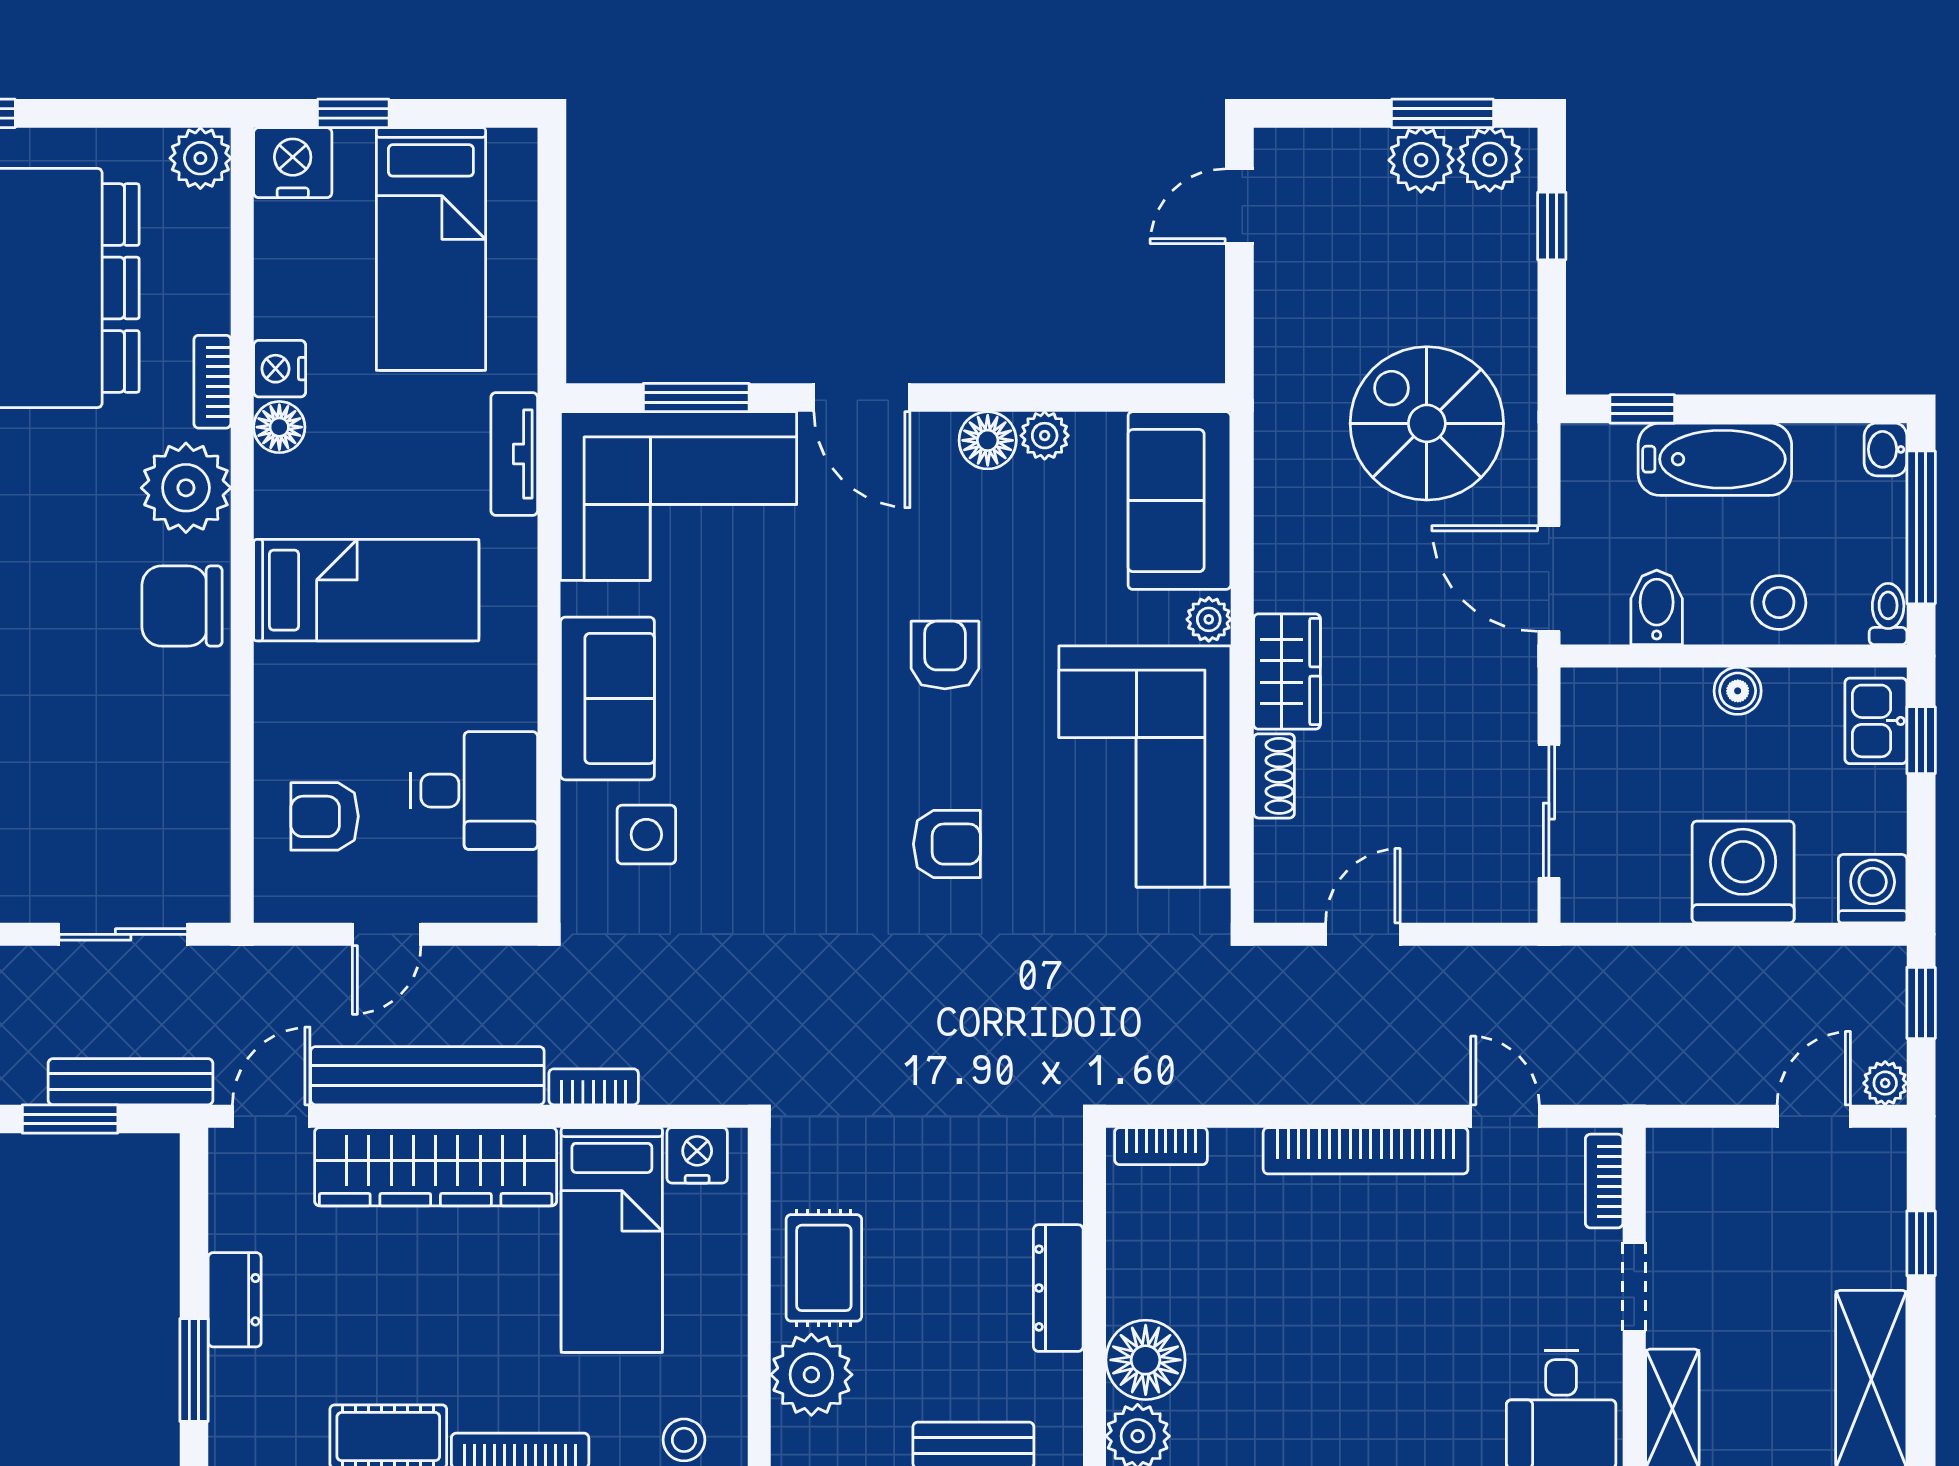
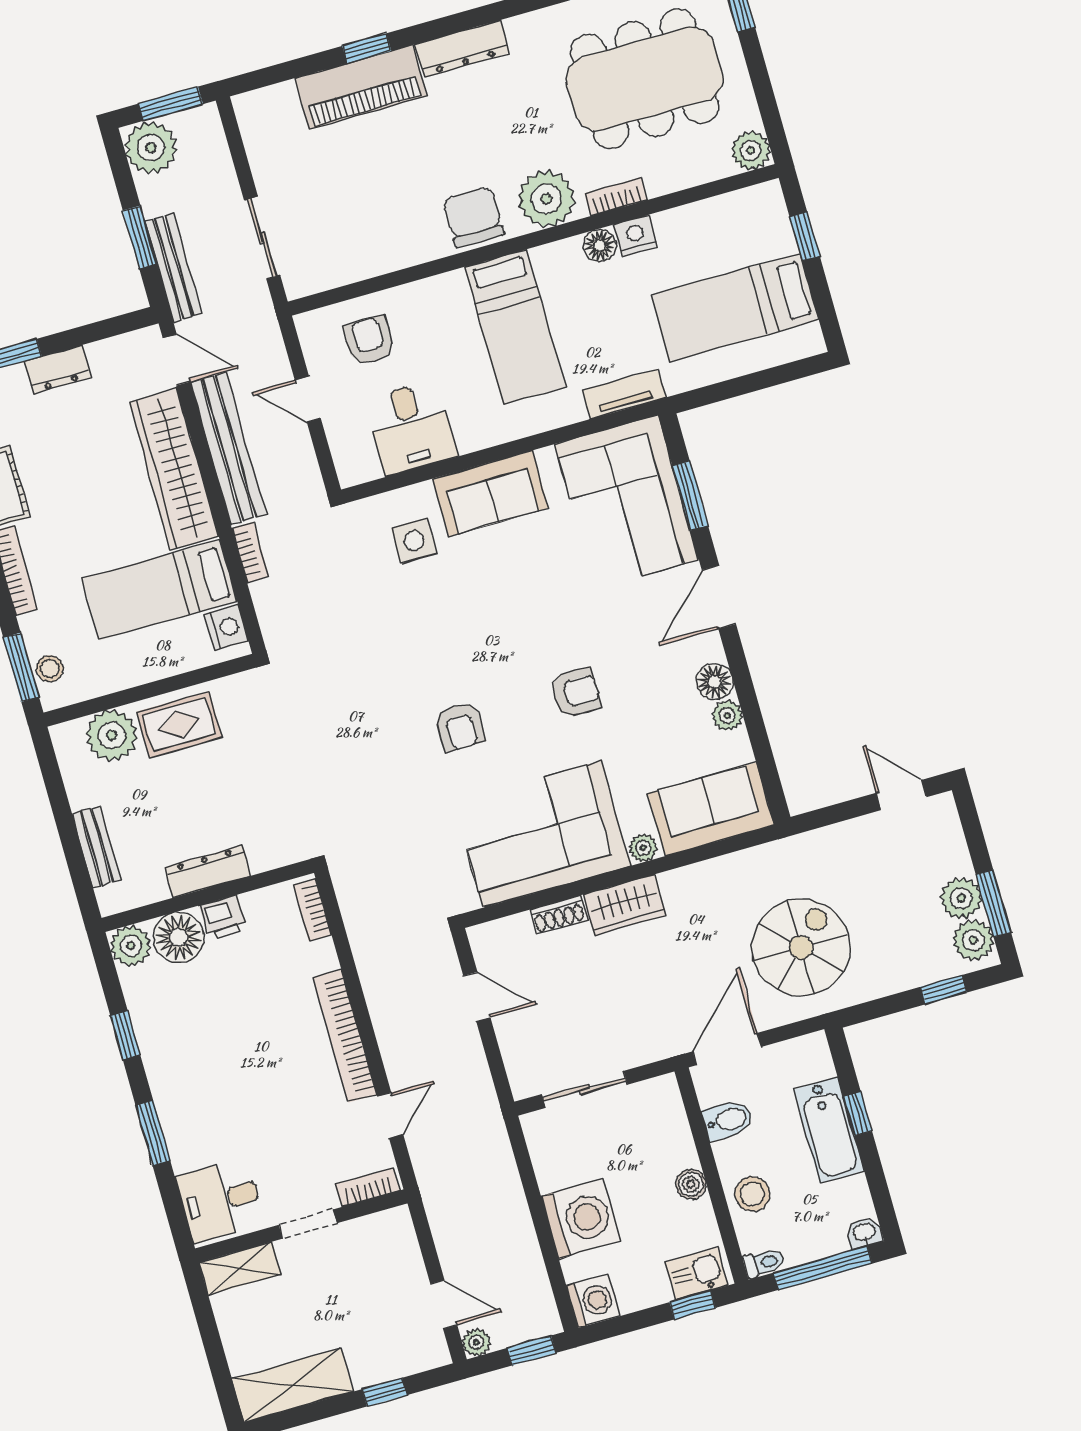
nightstand: (293, 163) -> (764, 208), removed
window: (1642, 409) -> (858, 1114), moved
printer: (1134, 1284) -> (223, 917), added

